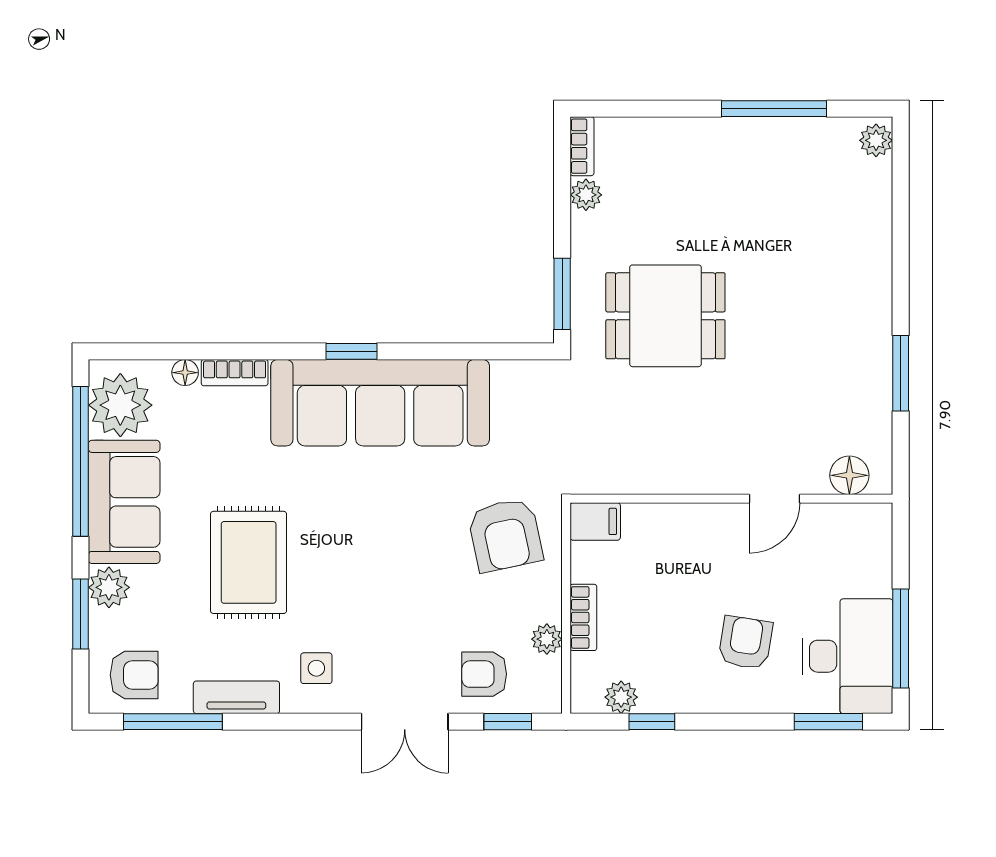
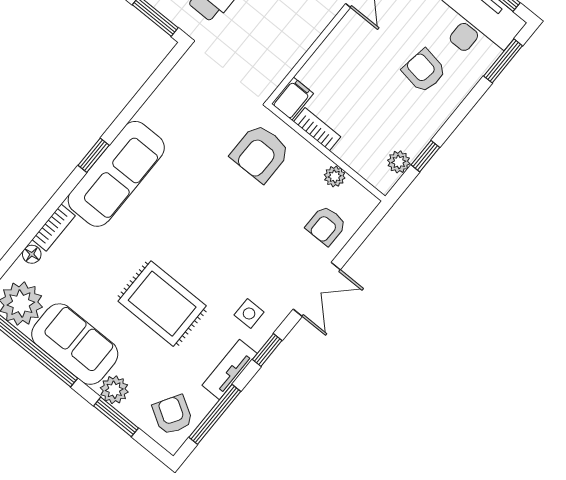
sofa: (380, 403) -> (116, 174), width x0.74, depth x0.79
armchair: (505, 535) -> (260, 153), turned 102
bookcase: (583, 617) -> (317, 129), moved
armchair: (134, 675) -> (173, 415), turned -59
window: (508, 722) -> (267, 350), moved

